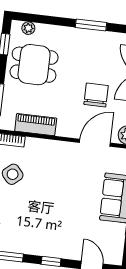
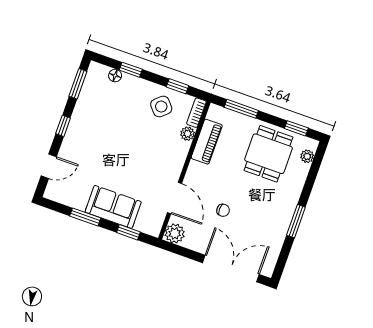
chair: (96, 95) -> (223, 210), width x0.54, depth x0.54
plant: (32, 144) -> (188, 134), added

